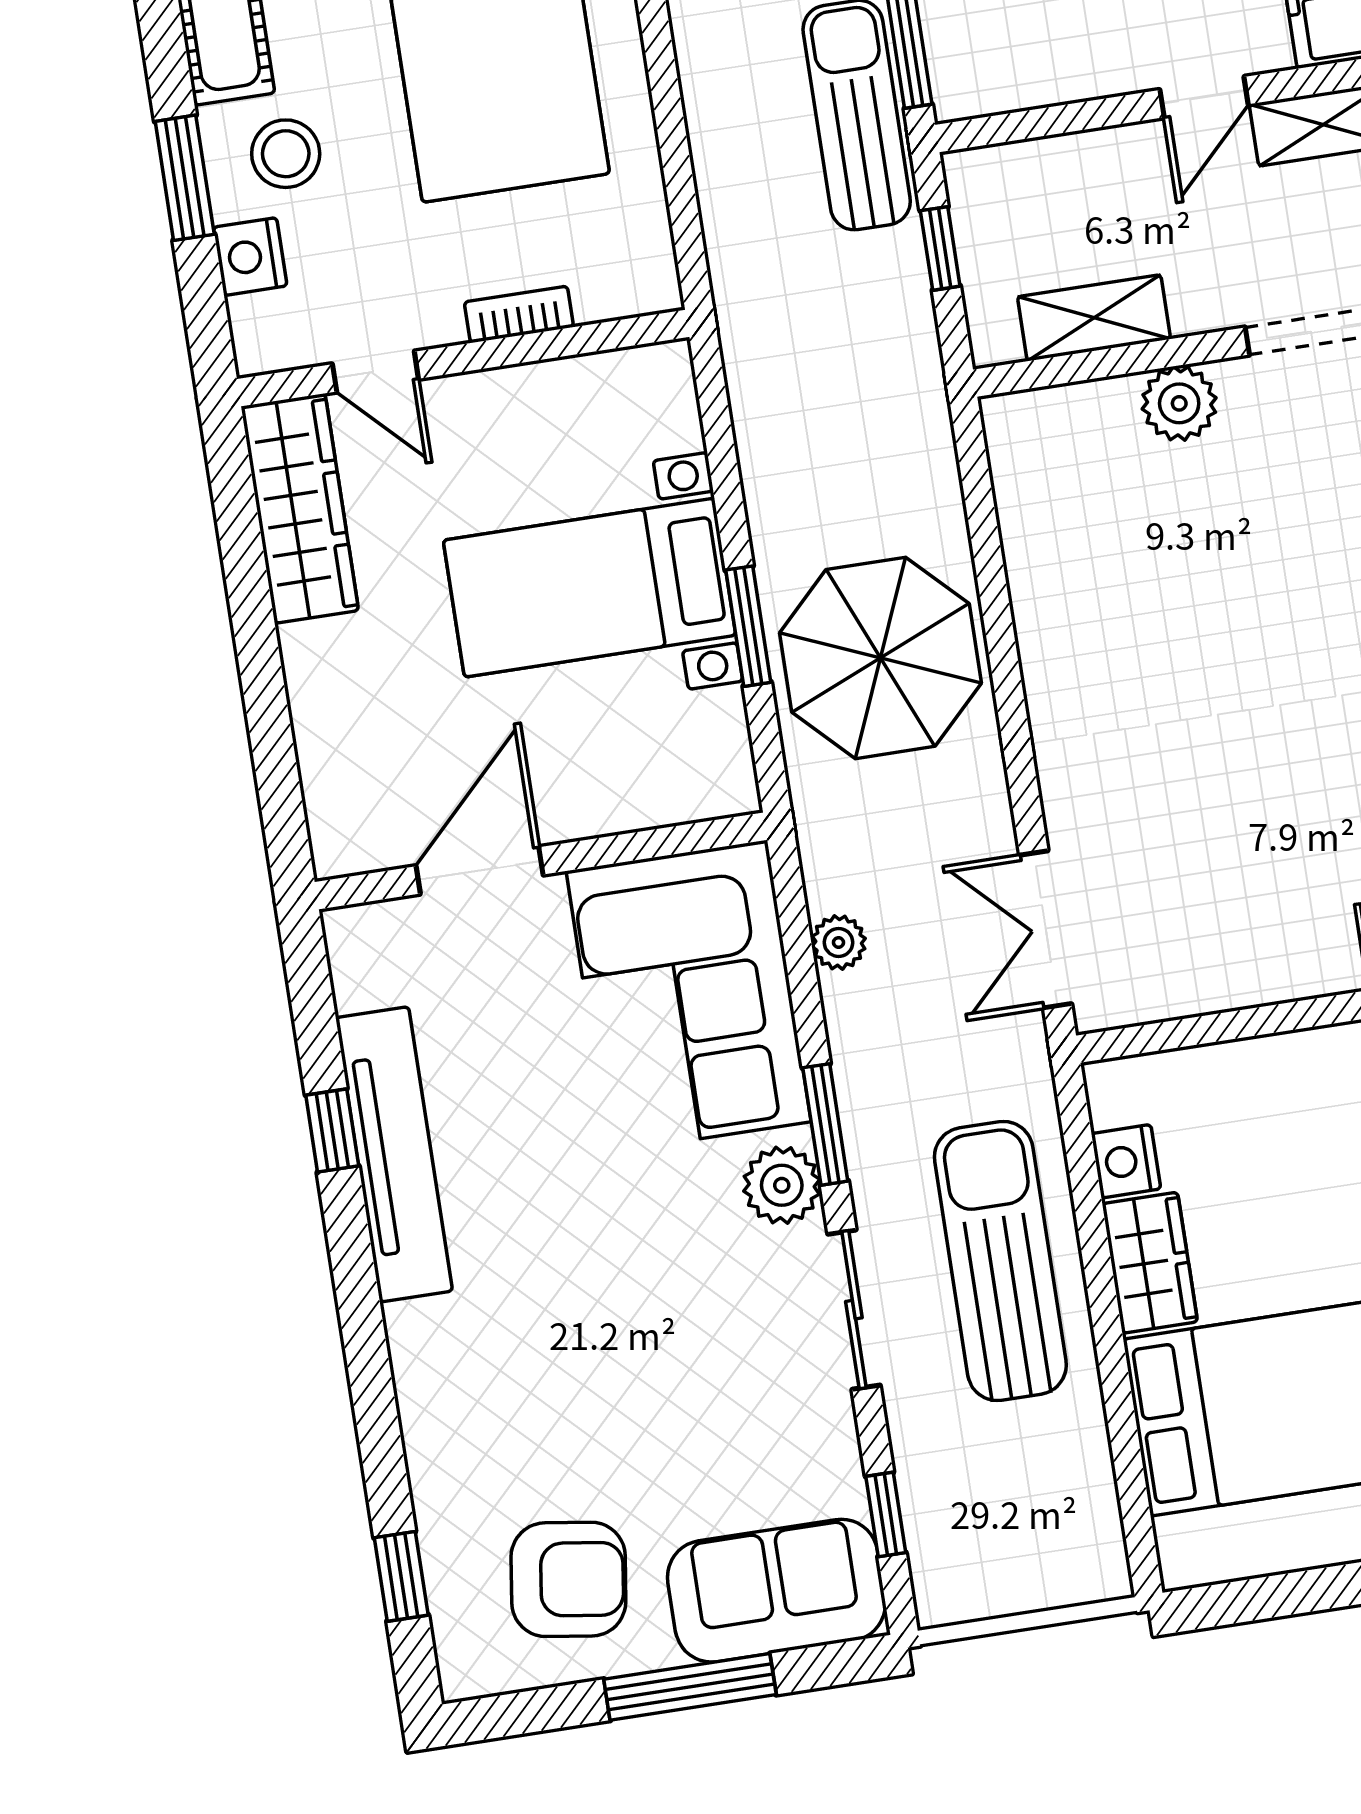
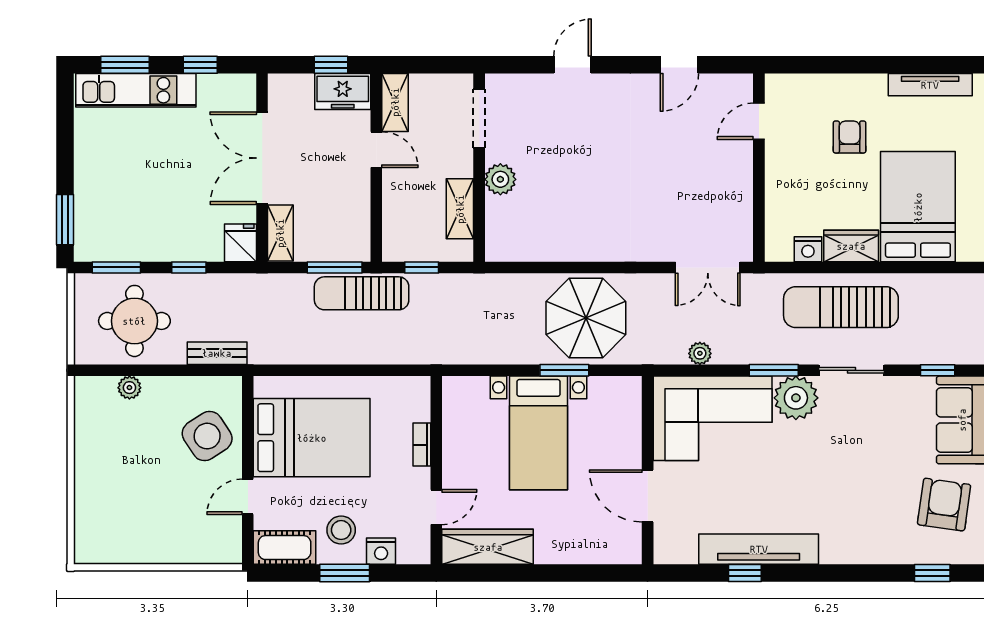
plant: (782, 1185) -> (796, 398), width x1.36, depth x1.36

